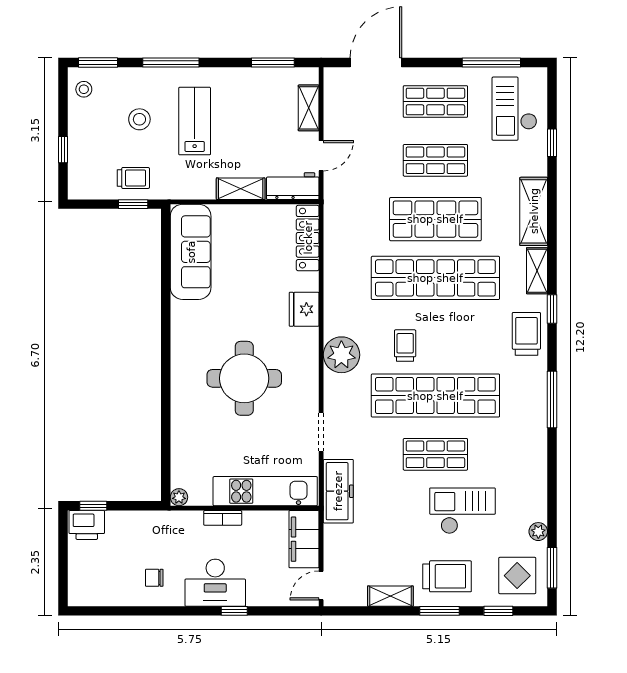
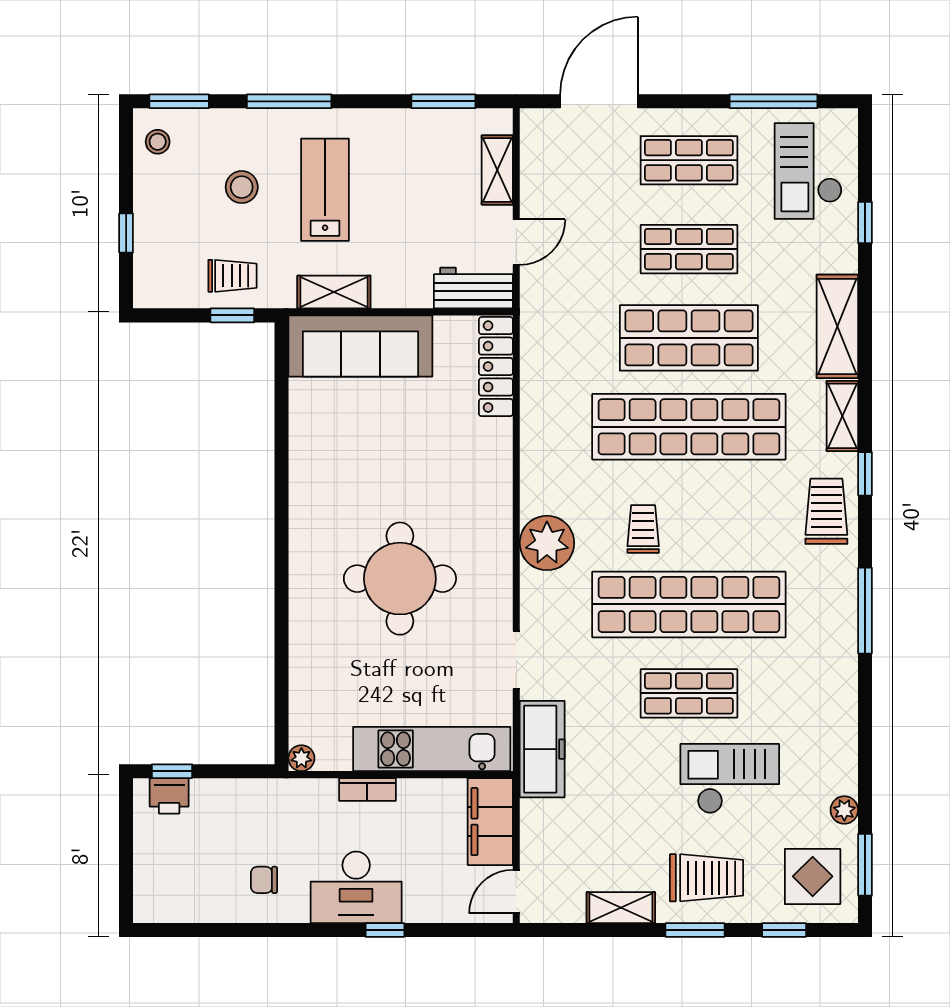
shelving: (241, 189) -> (334, 292), moved
sofa: (191, 252) -> (360, 346), moved, turned 90
fridge: (304, 309) -> (490, 474), removed
printer: (87, 525) -> (169, 796), width x0.73, depth x0.81

